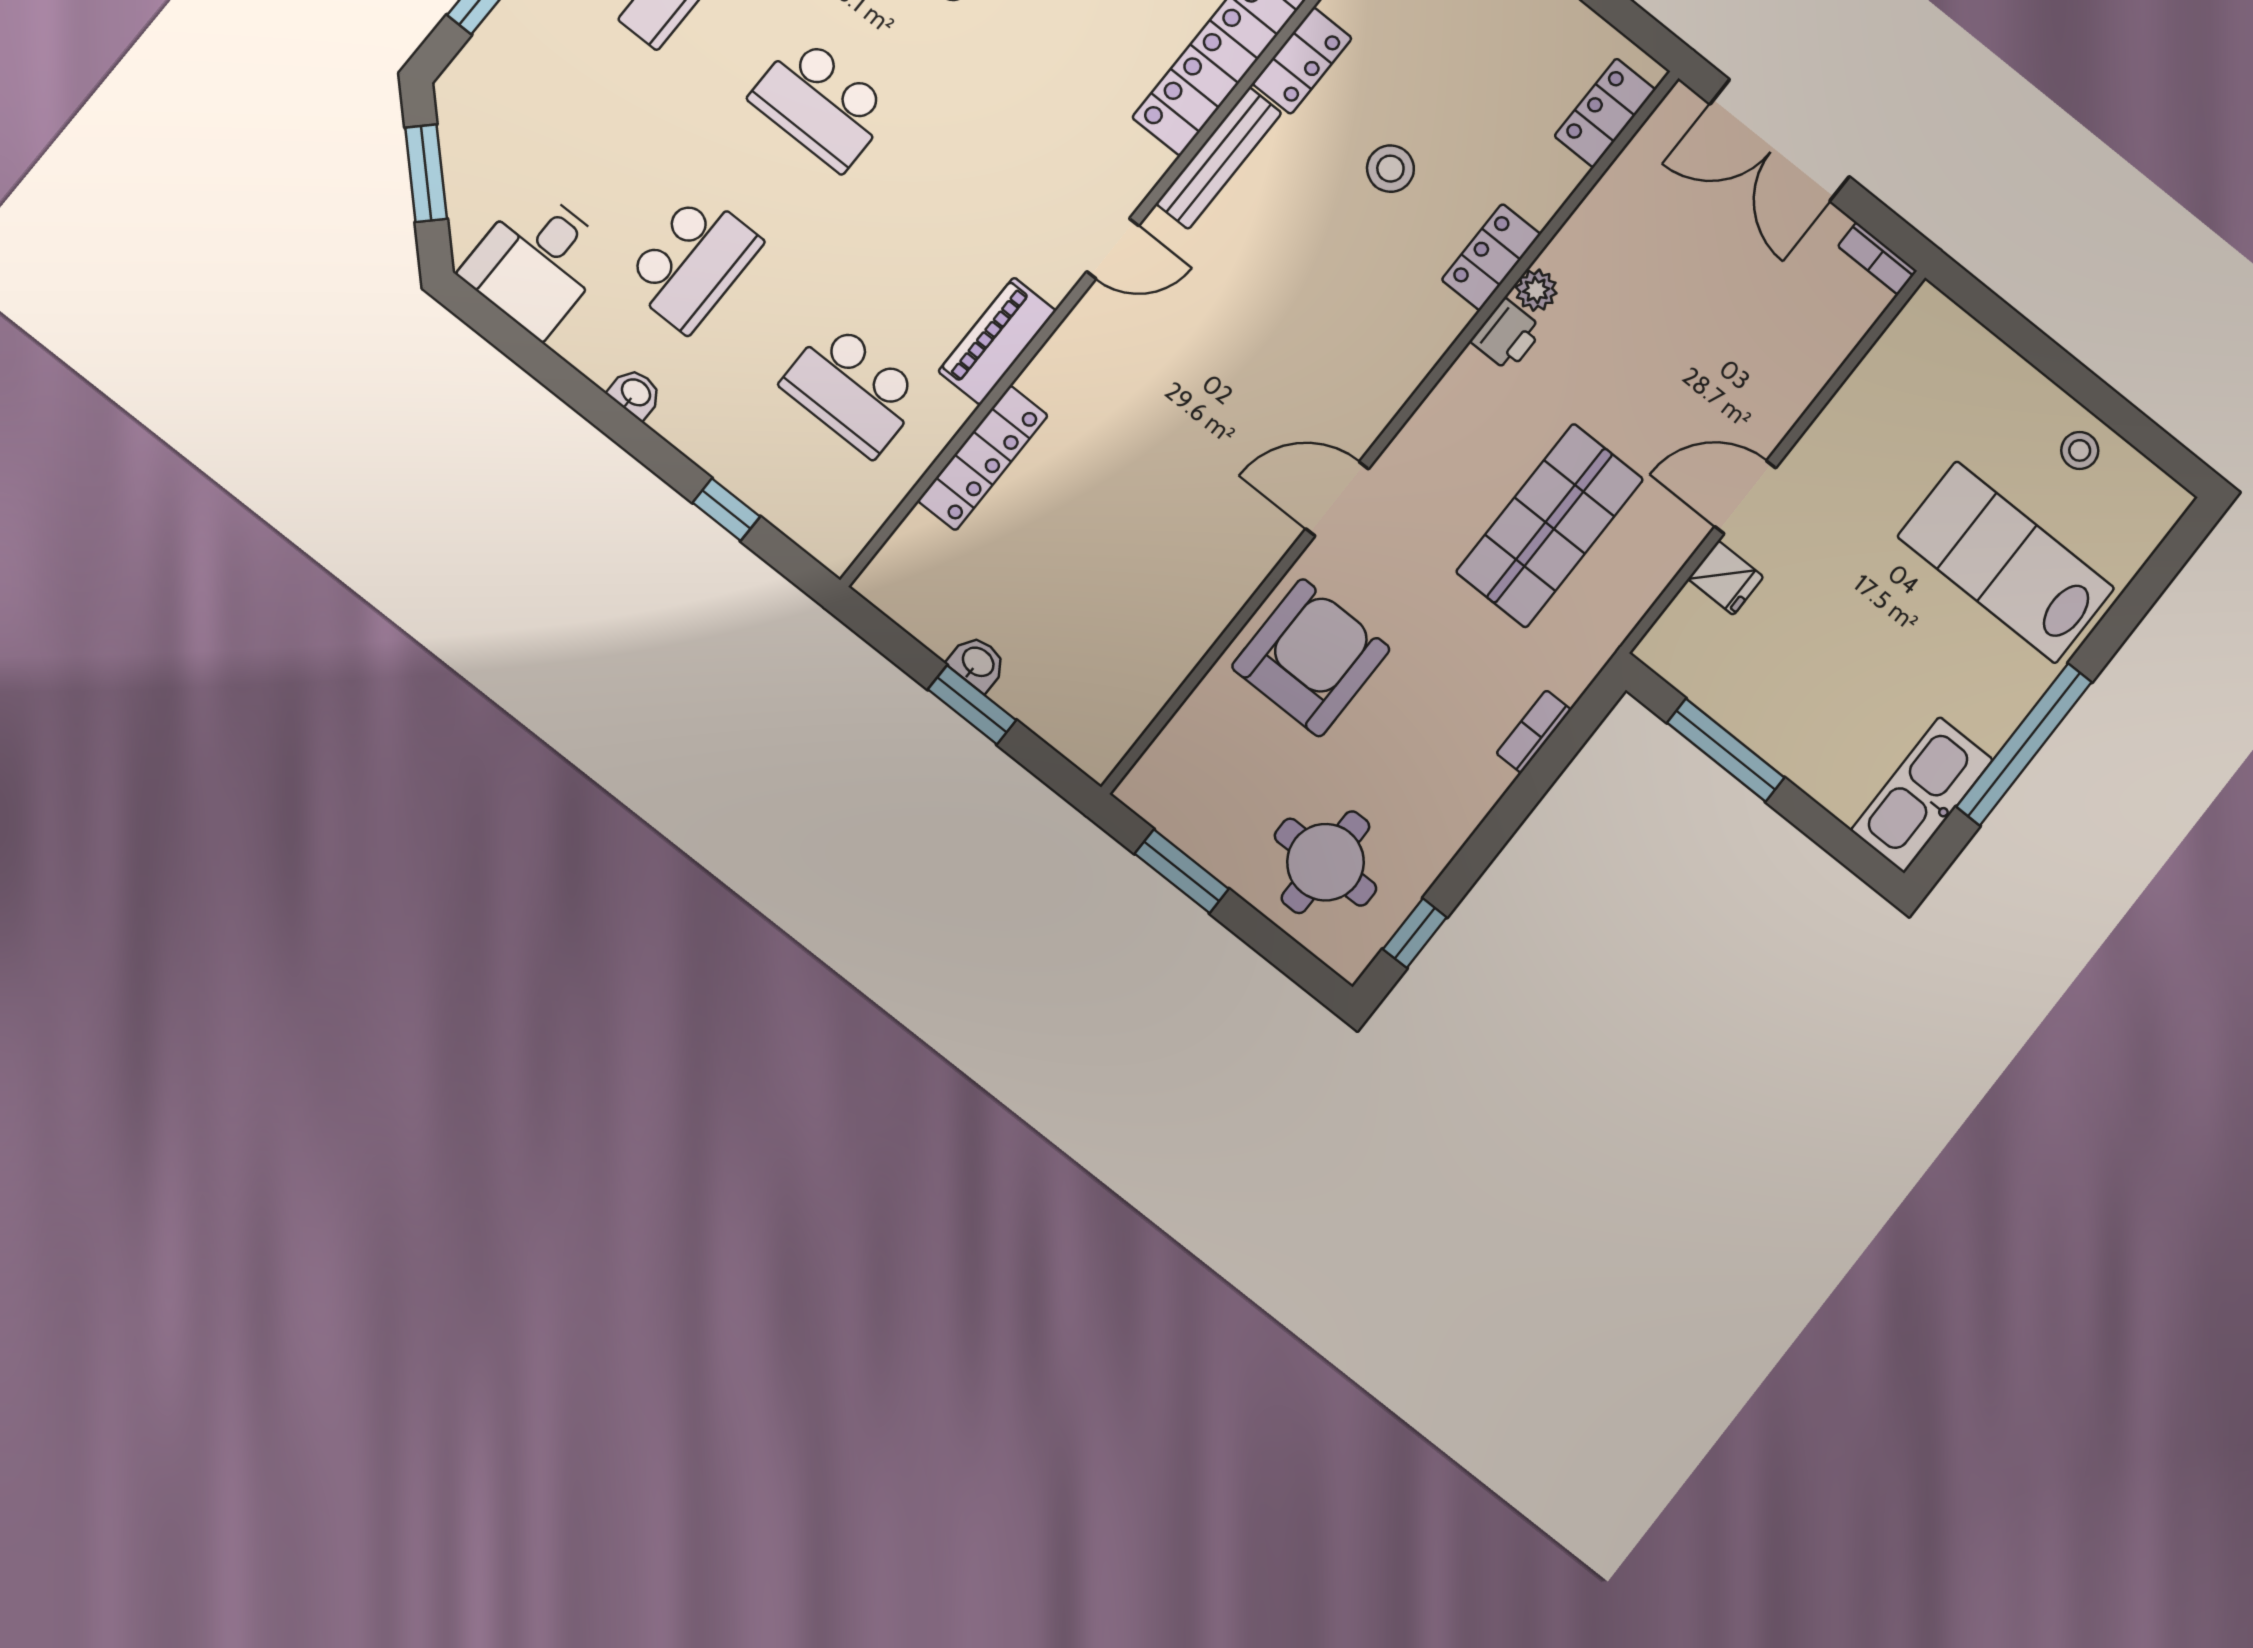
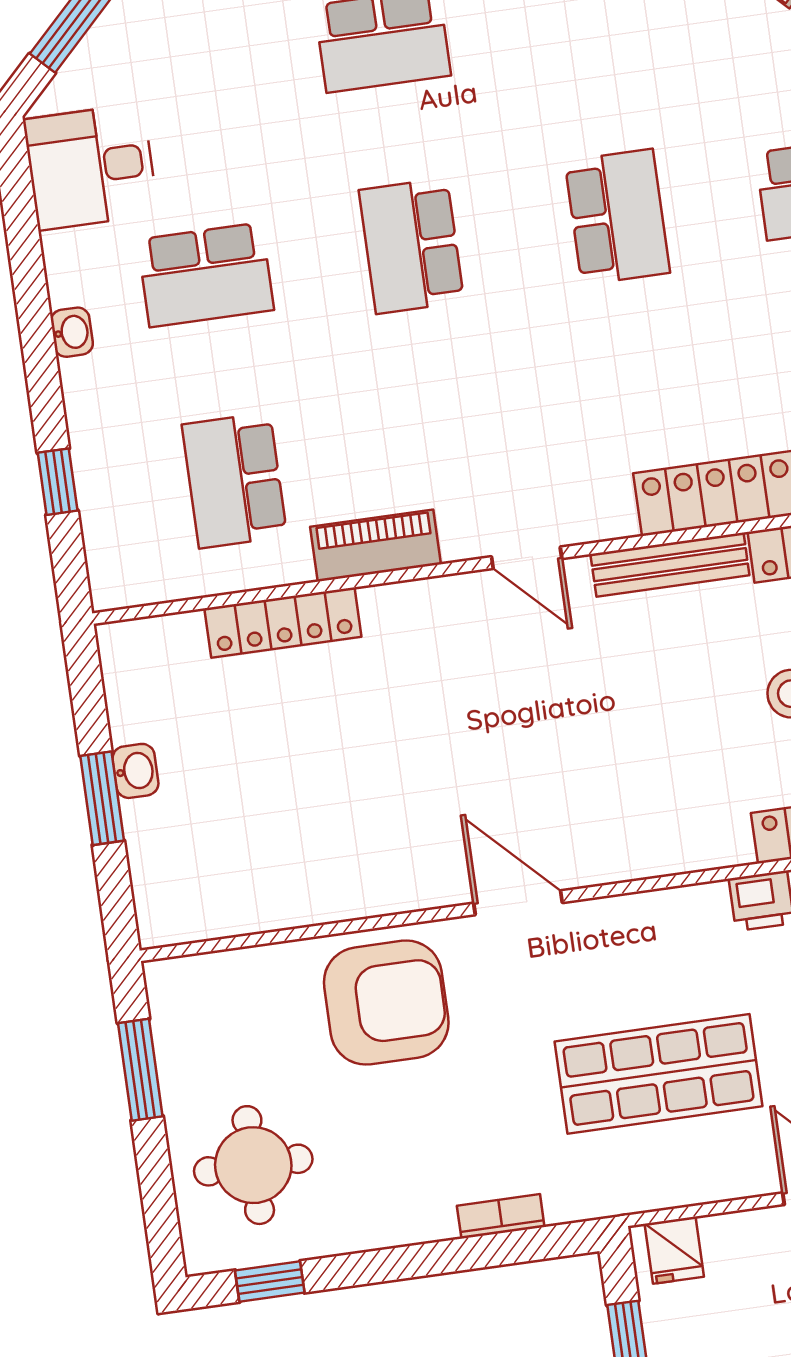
fridge: (1726, 578) -> (674, 1250), moved

